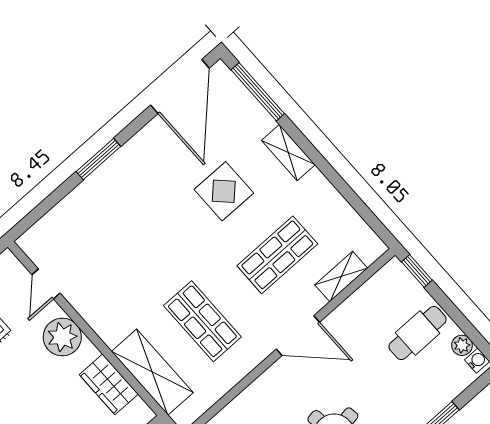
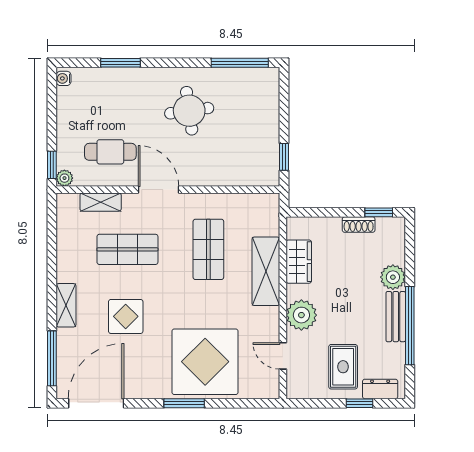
display table: (113, 215) -> (205, 362), added
door: (46, 284) -> (283, 356), swing flipped
cafe table: (418, 333) -> (110, 152), moved
plant: (462, 345) -> (64, 178), moved
shelving: (152, 372) -> (266, 271), moved

